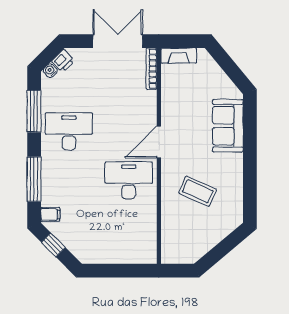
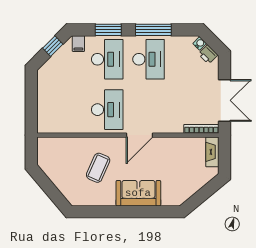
window: (34, 111) -> (153, 30), moved
sofa: (228, 126) -> (138, 193), moved
door: (159, 142) -> (140, 135), swing flipped
window: (34, 179) -> (108, 30), width x0.69
desk: (69, 180) -> (107, 59), added

